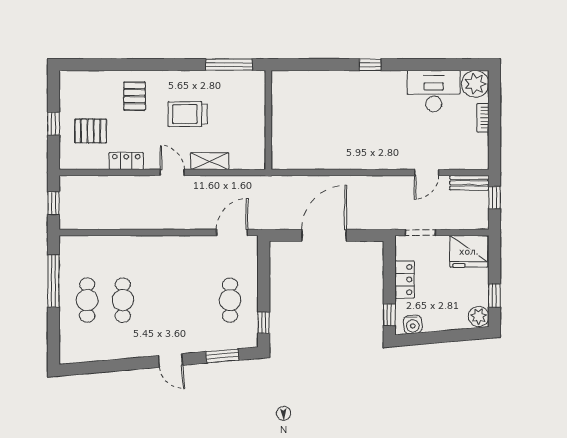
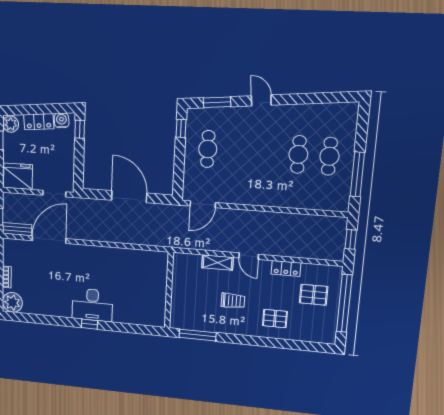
desk: (434, 91) -> (92, 305), moved
pallet: (135, 96) -> (275, 319), turned 90
trolley: (188, 114) -> (233, 301), width x0.73, depth x0.72
window: (53, 124) -> (344, 303), width x3.17
door: (426, 173) -> (49, 240), width x1.88
door: (324, 235) -> (129, 197), swing flipped
locker: (405, 280) -> (39, 122), moved, turned -95

